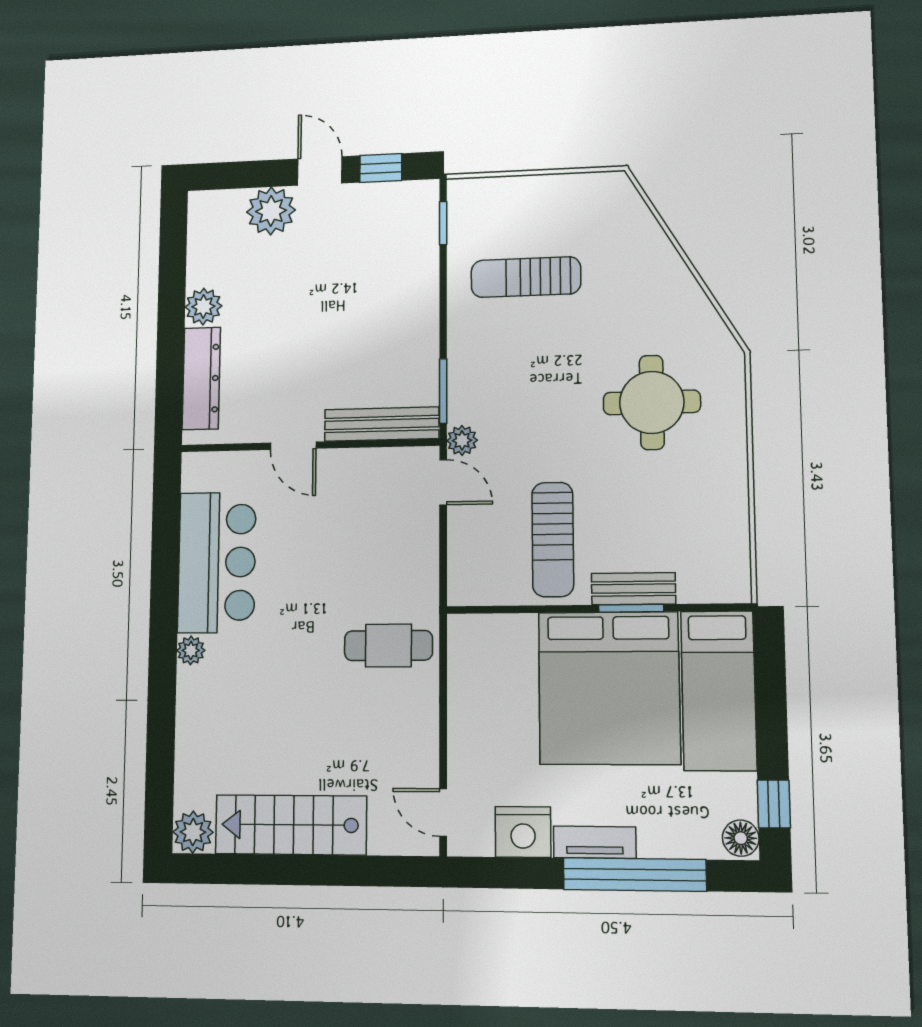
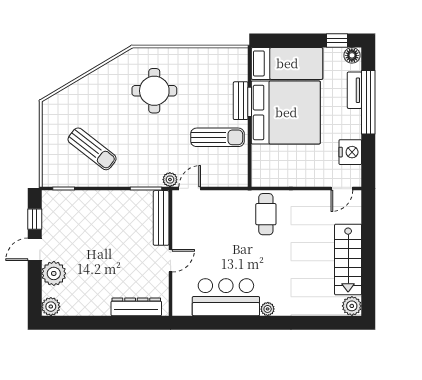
sun lounger: (526, 277) -> (92, 149), turned -52
plant: (203, 307) -> (51, 307), moved
tv unit: (595, 842) -> (354, 90), moved

